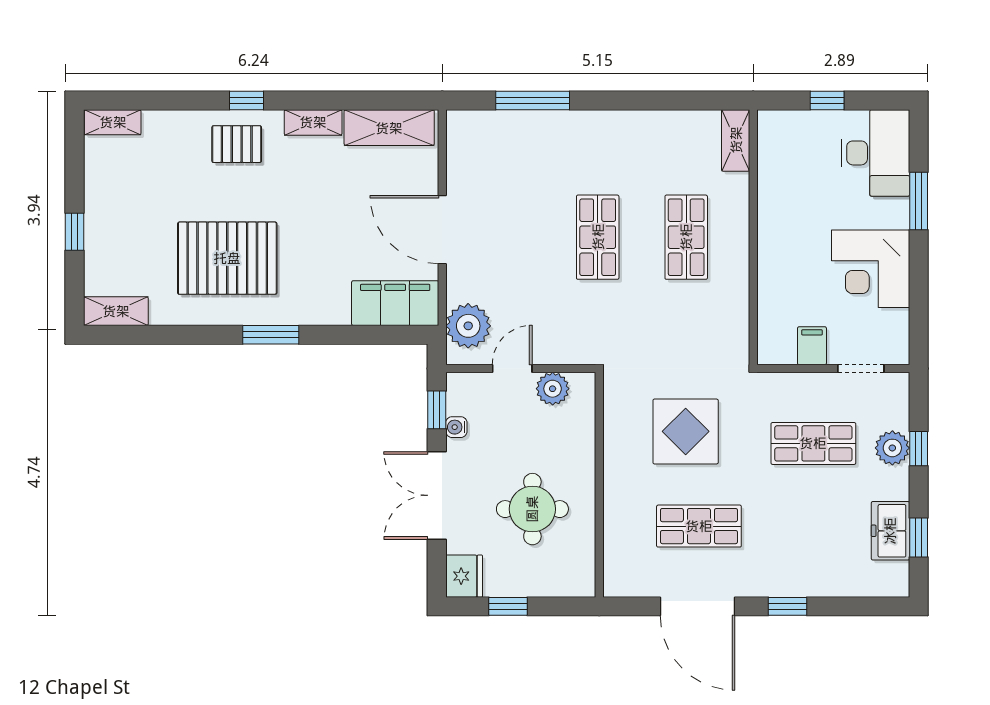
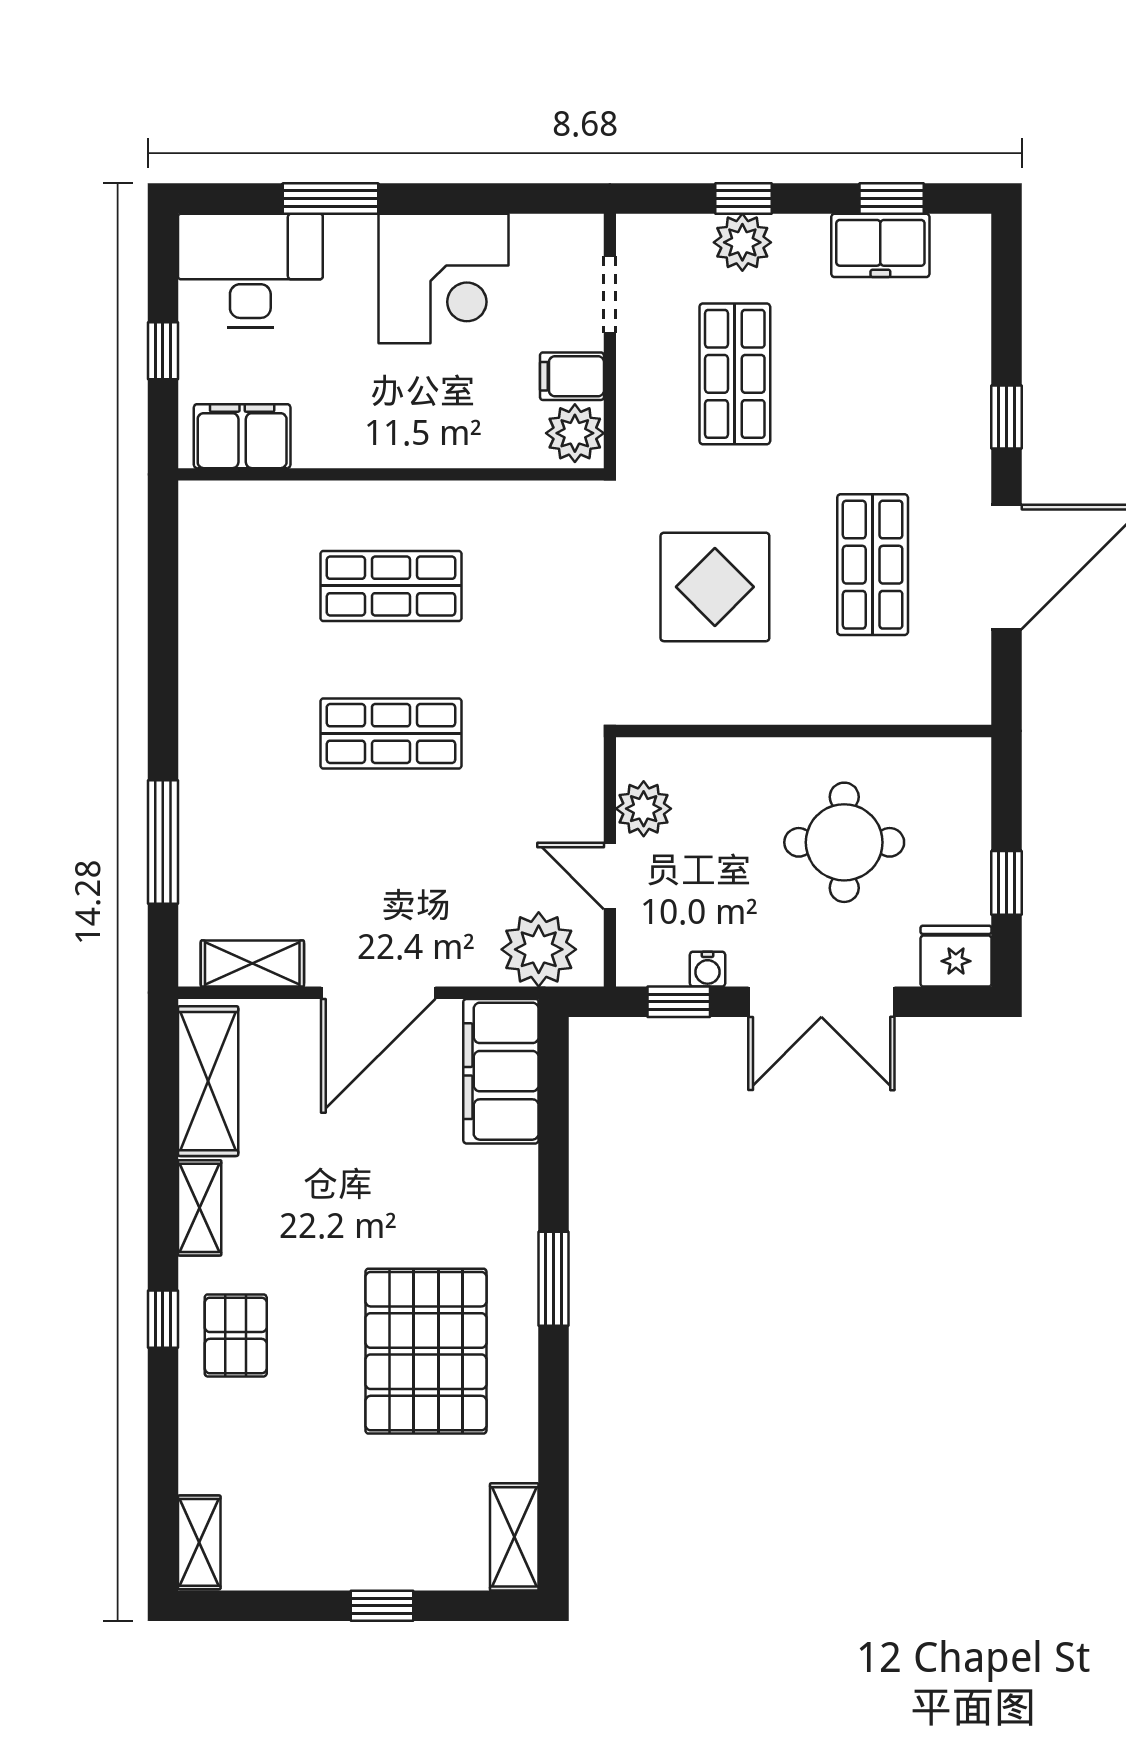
shelving: (736, 140) -> (252, 964), moved
filing cabinet: (776, 148) -> (242, 436), added
plant: (778, 348) -> (575, 433), added

